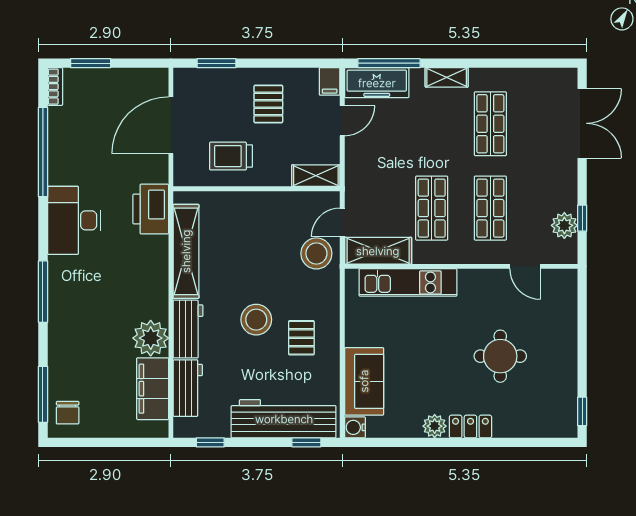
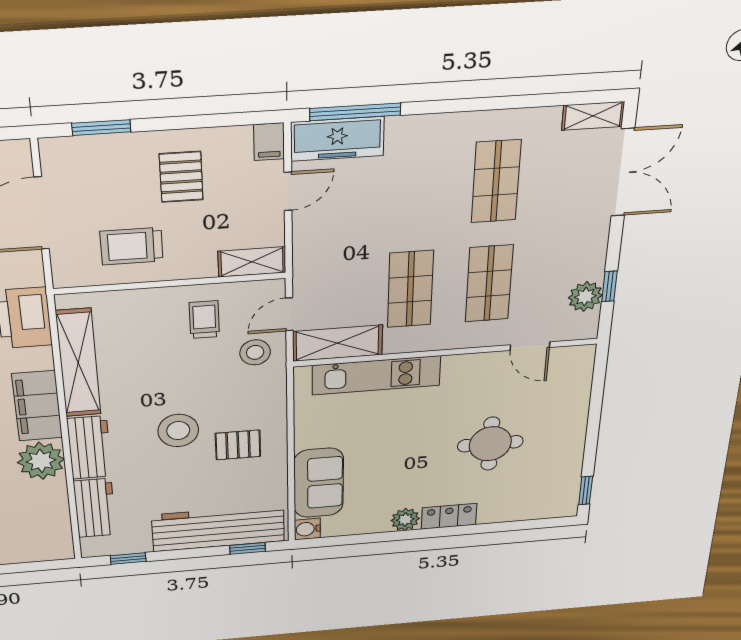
shelving: (447, 77) -> (593, 116), moved
trolley: (280, 222) -> (204, 320), added
stool: (316, 253) -> (255, 352), width x0.73, depth x0.73
pallet: (301, 338) -> (238, 445), turned 90
filing cabinet: (153, 389) -> (37, 406), moved

